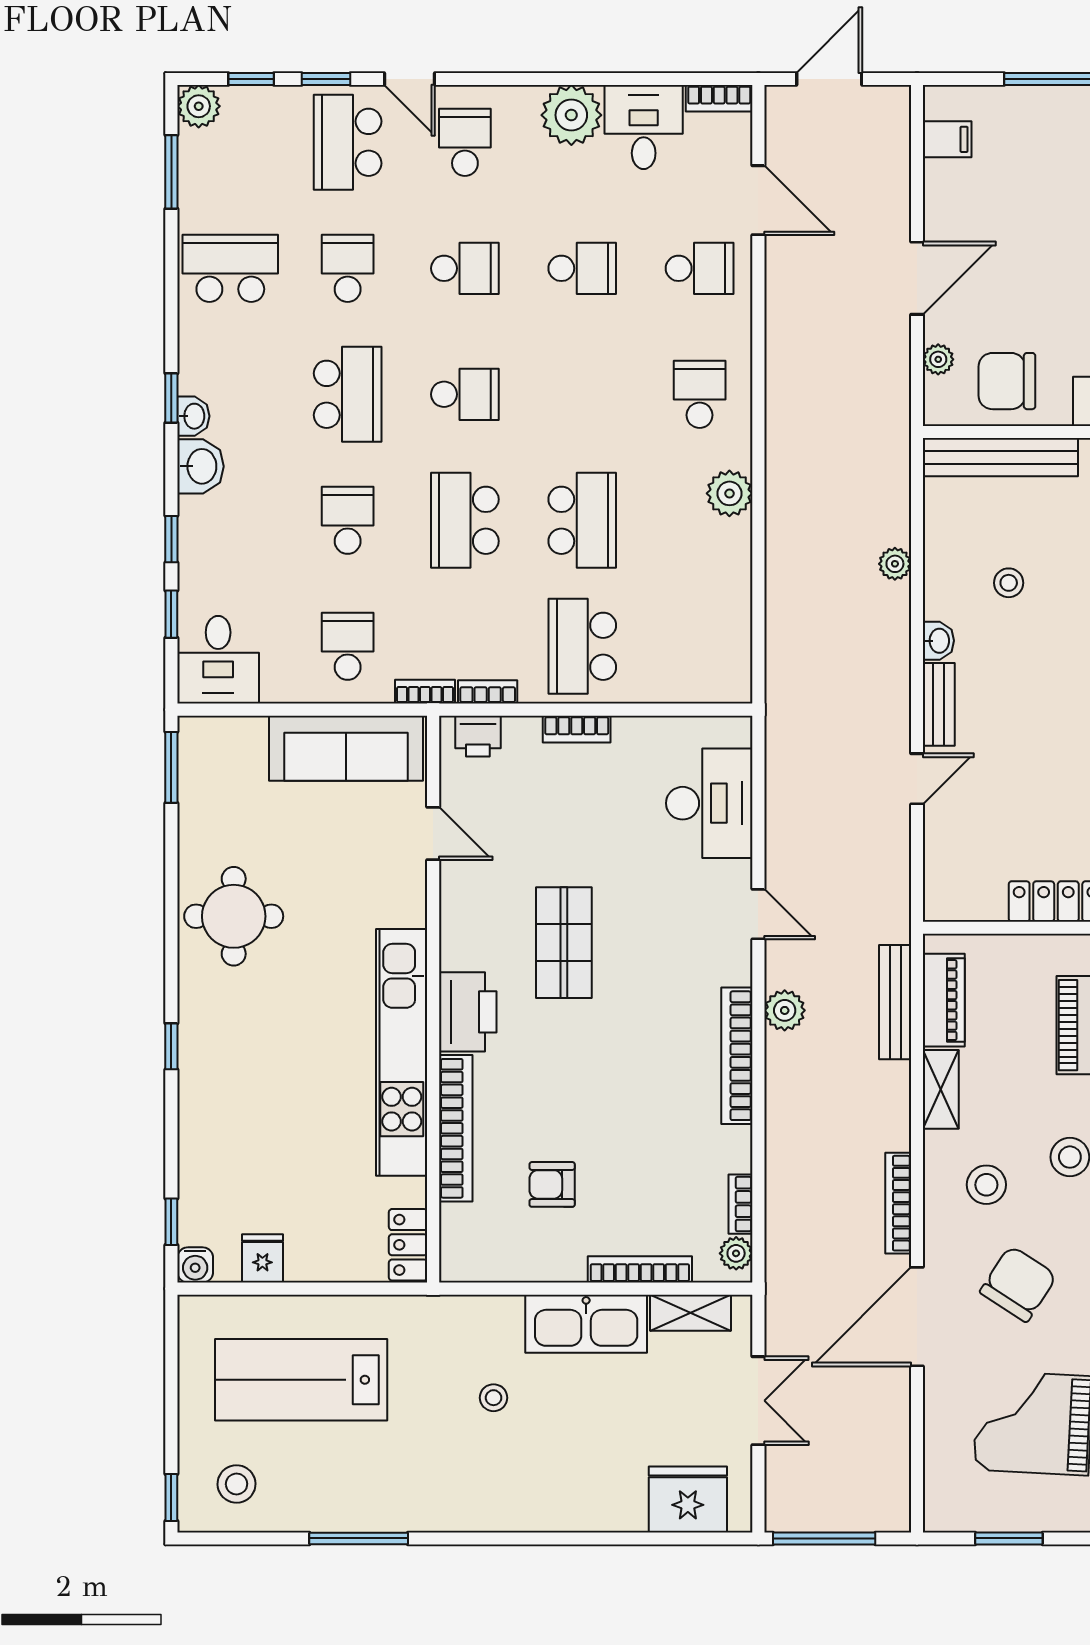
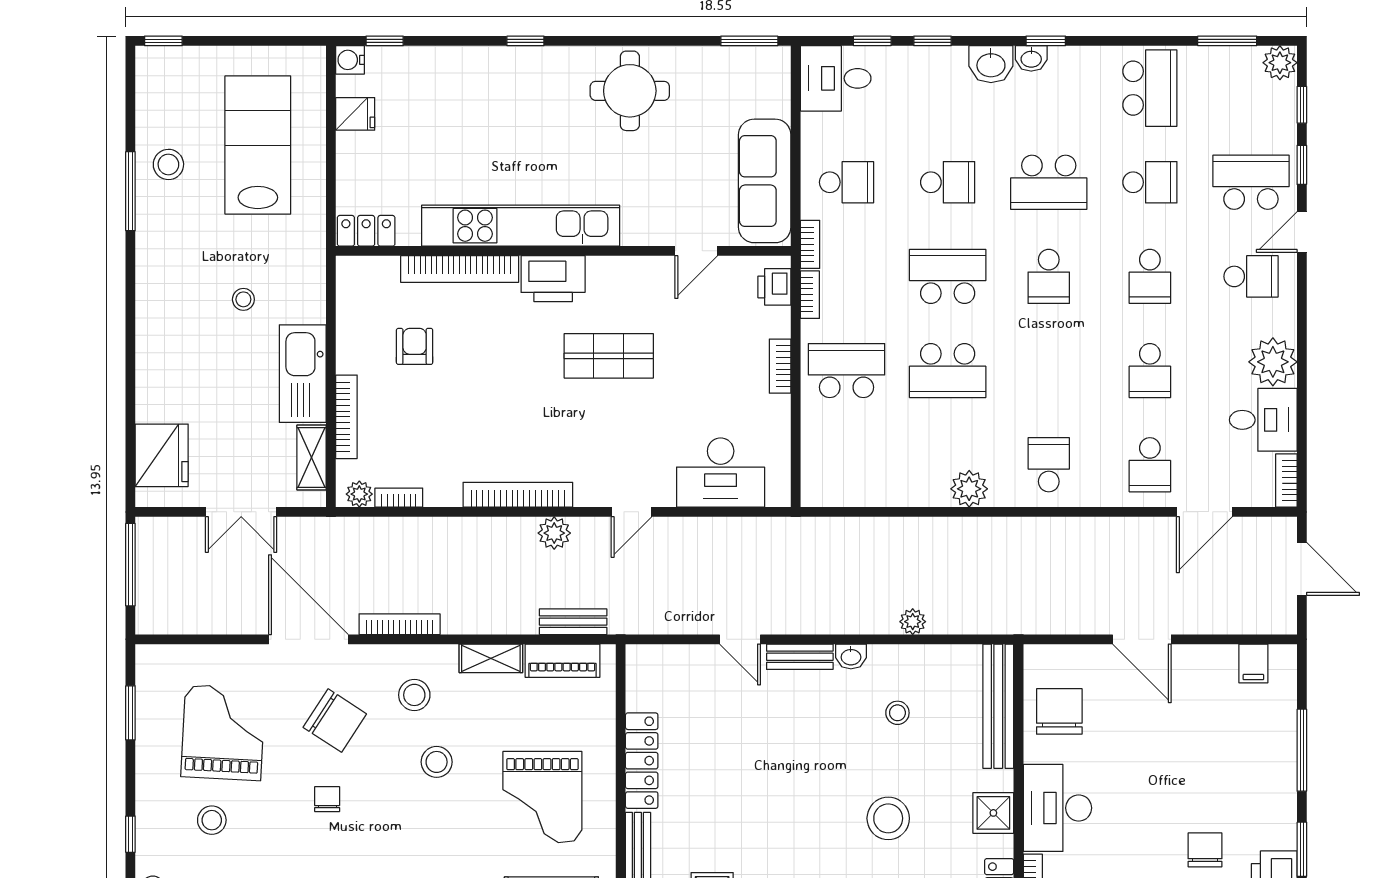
plant: (938, 359) -> (1077, 656), removed
school desk: (700, 394) -> (1049, 465), turned -90
bench: (895, 1002) -> (573, 622), width x0.73
stool: (237, 1484) -> (168, 164), moved

